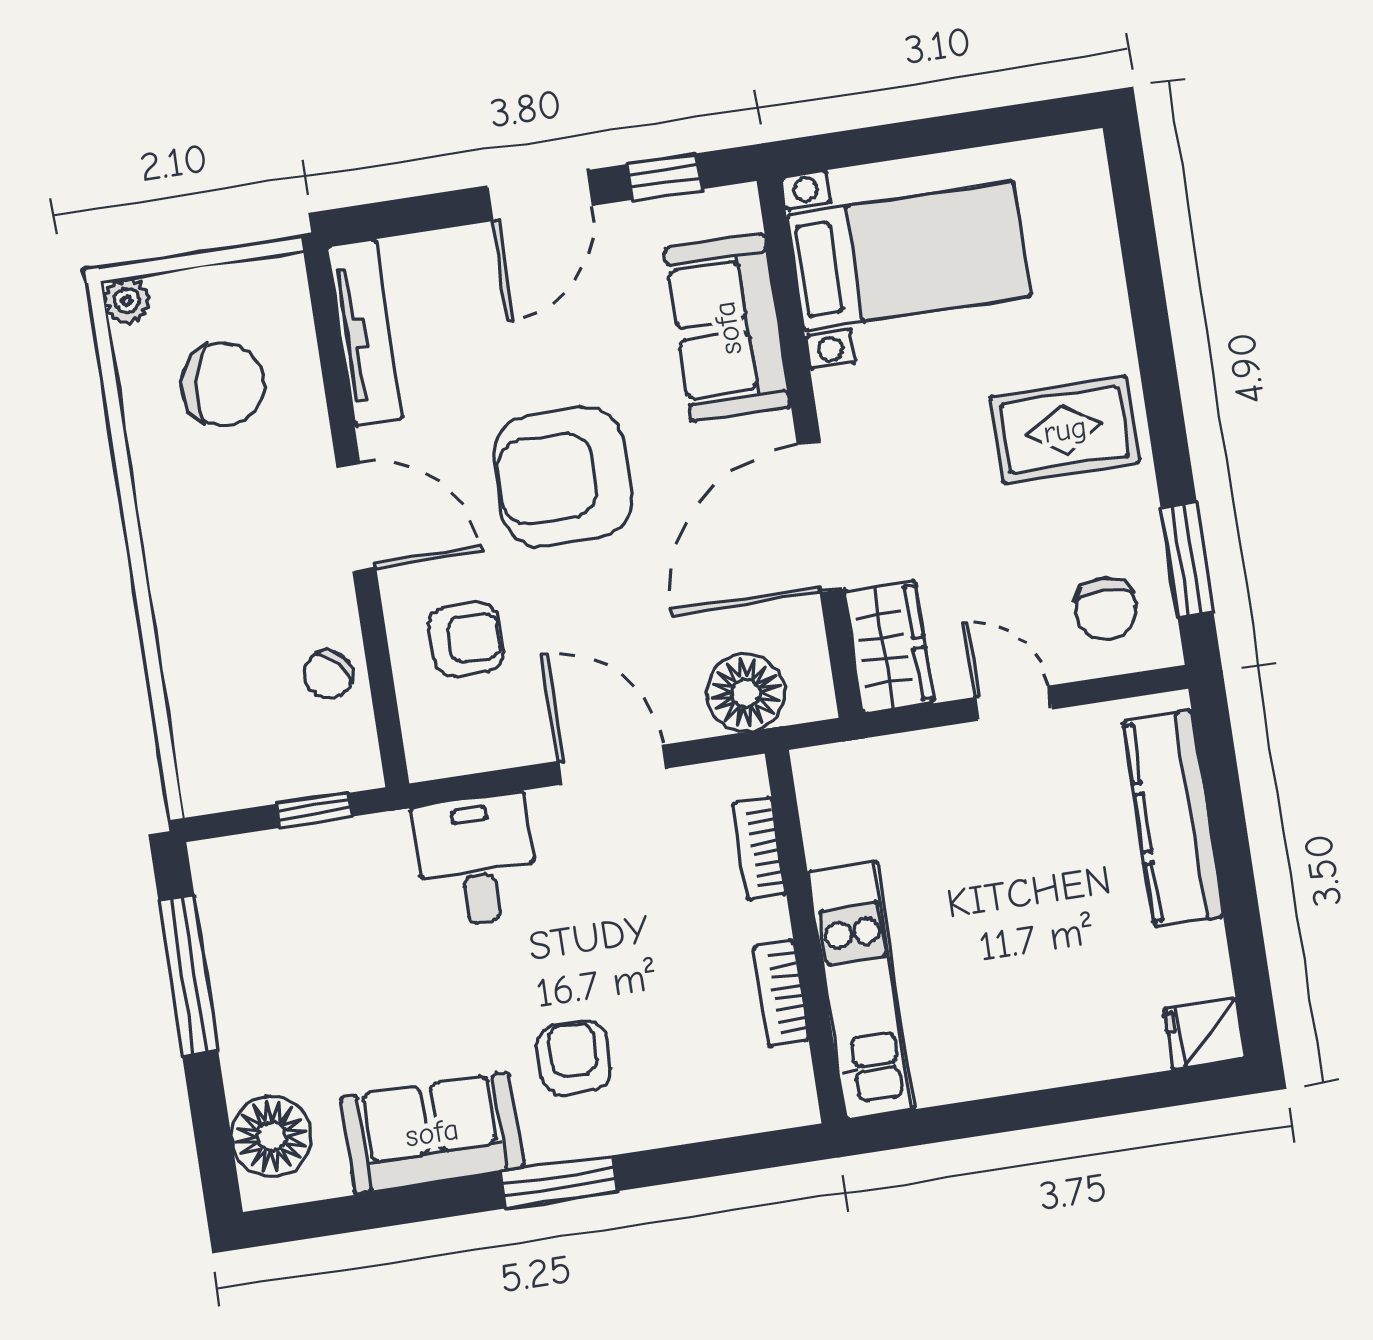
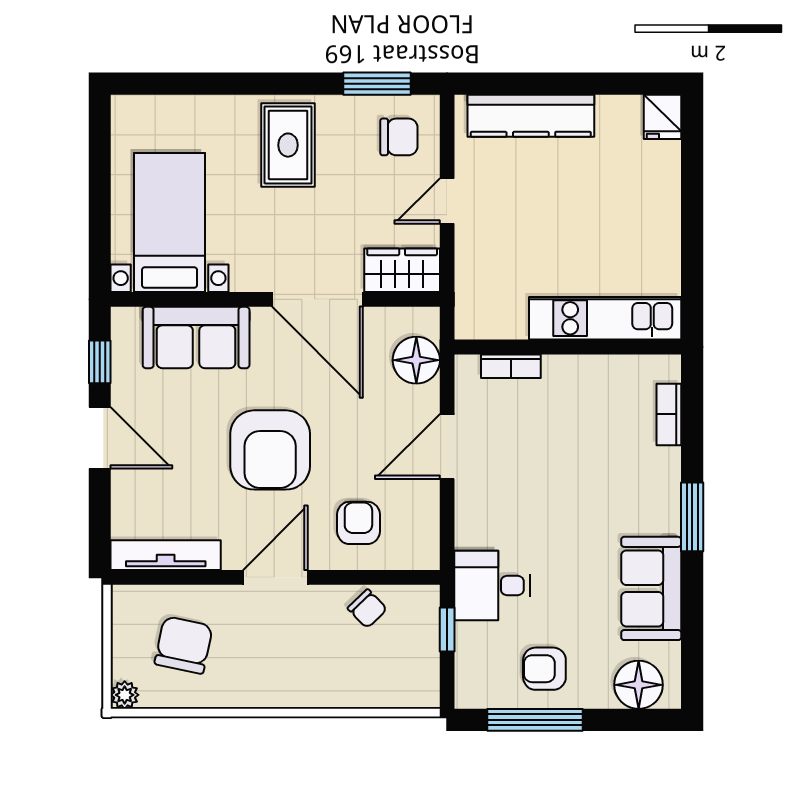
desk: (476, 860) -> (492, 586), moved
bookcase: (781, 993) -> (669, 414), moved, turned 90
armchair: (574, 1058) -> (544, 669), moved

